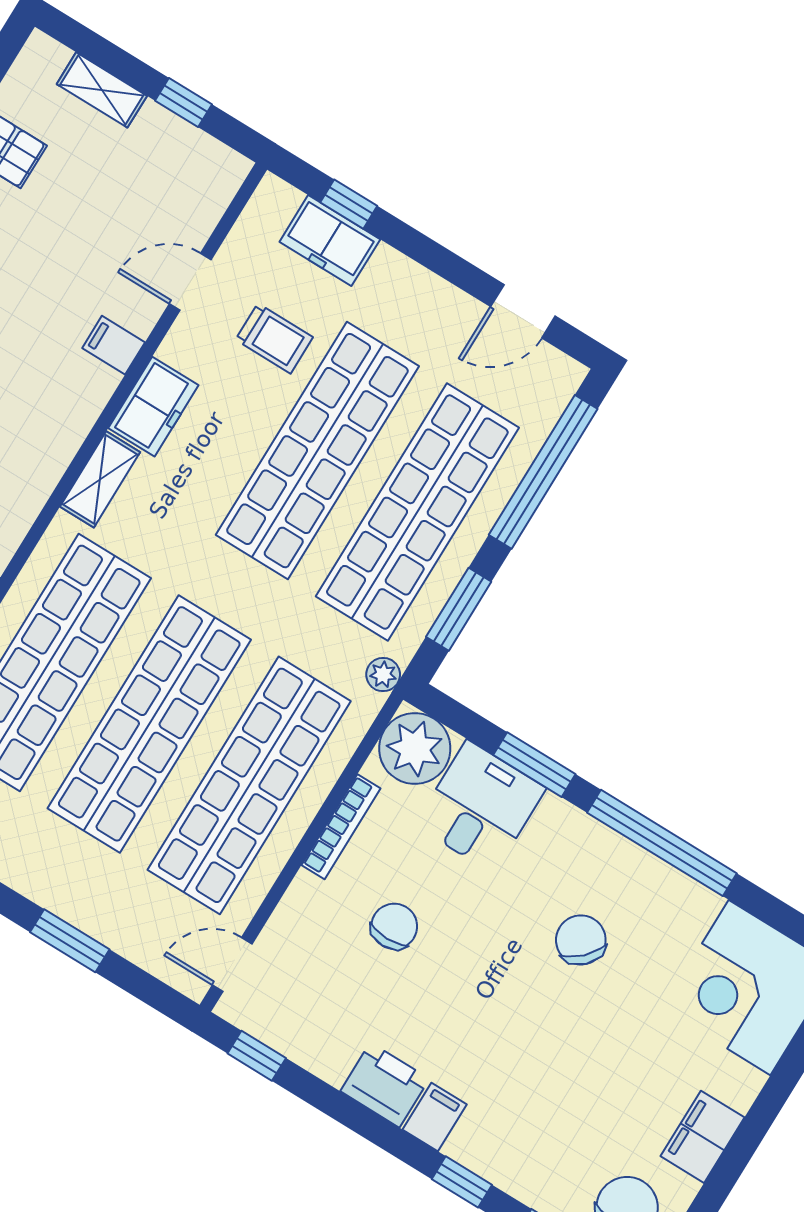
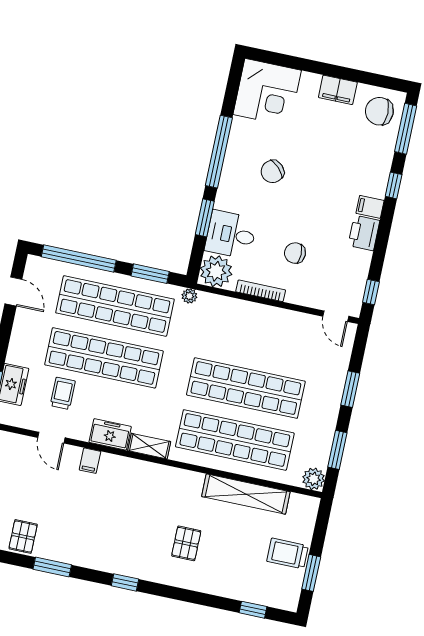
shop shelf: (249, 785) -> (257, 336), removed

